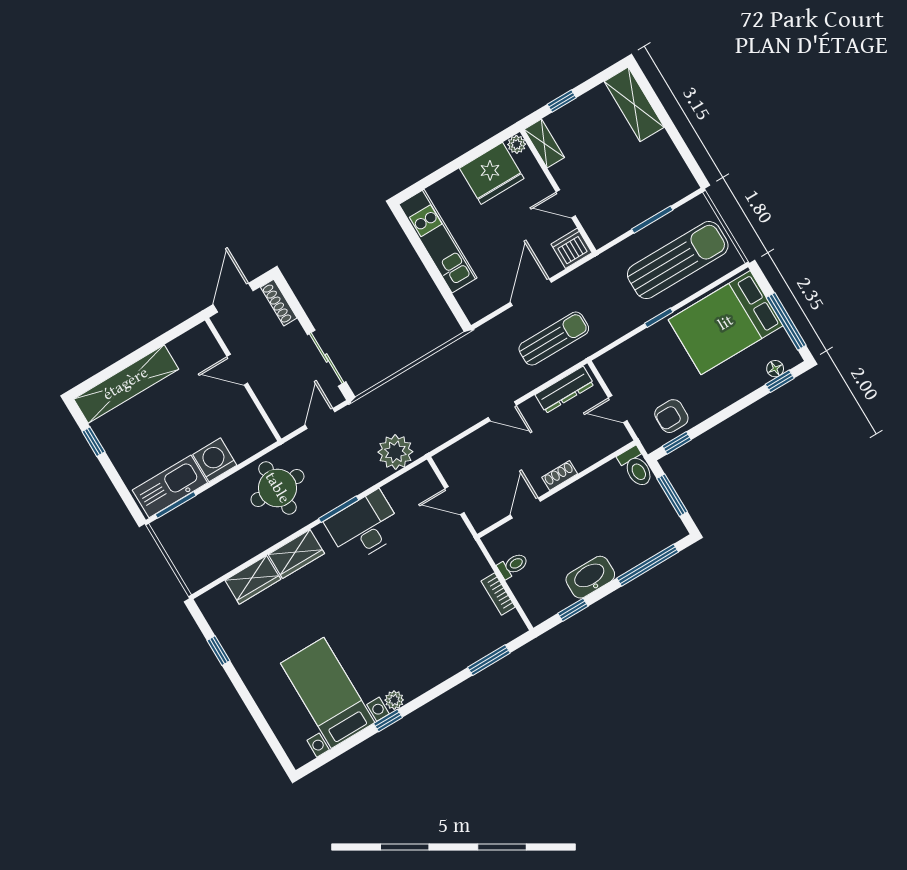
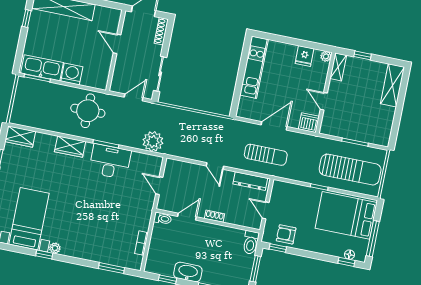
fridge: (492, 173) -> (304, 56), width x0.53, depth x0.75
toilet: (513, 565) -> (163, 219), moved
wardrobe: (253, 580) -> (20, 136), moved

